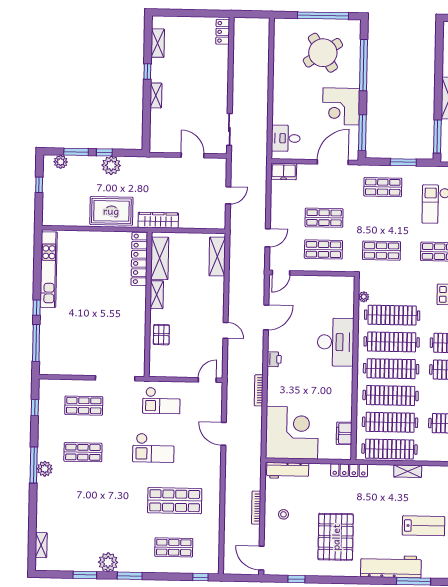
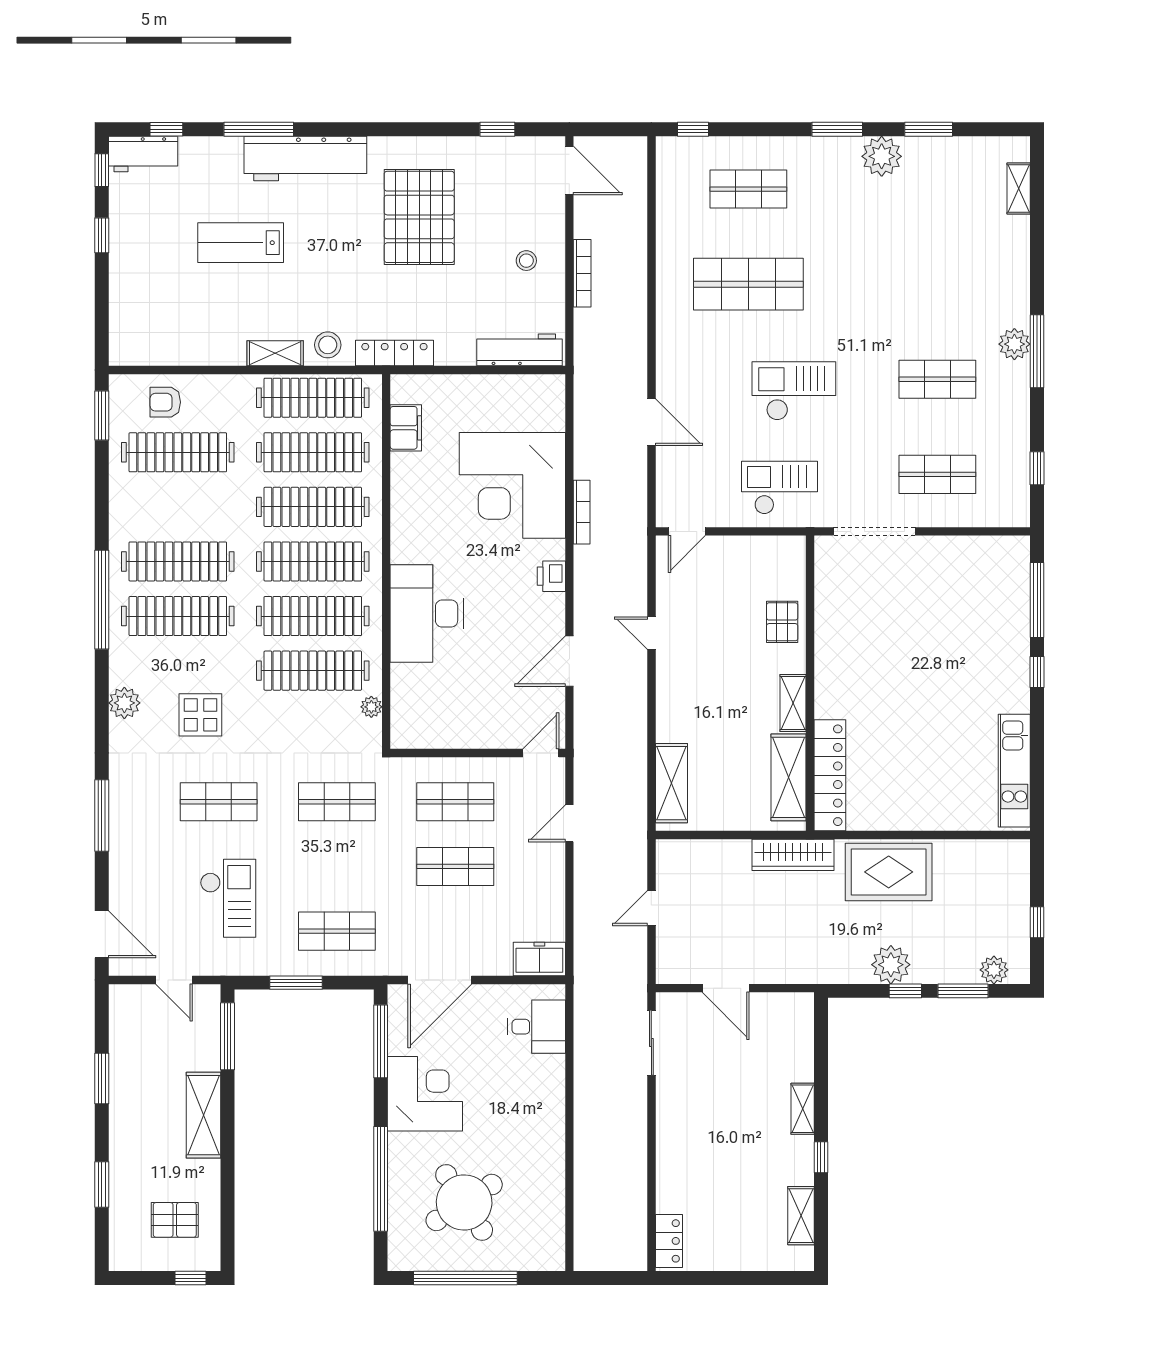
kitchen unit: (49, 270) -> (1014, 771), width x0.73
corner desk: (292, 433) -> (512, 485), moved
stool: (382, 475) -> (328, 345), added

